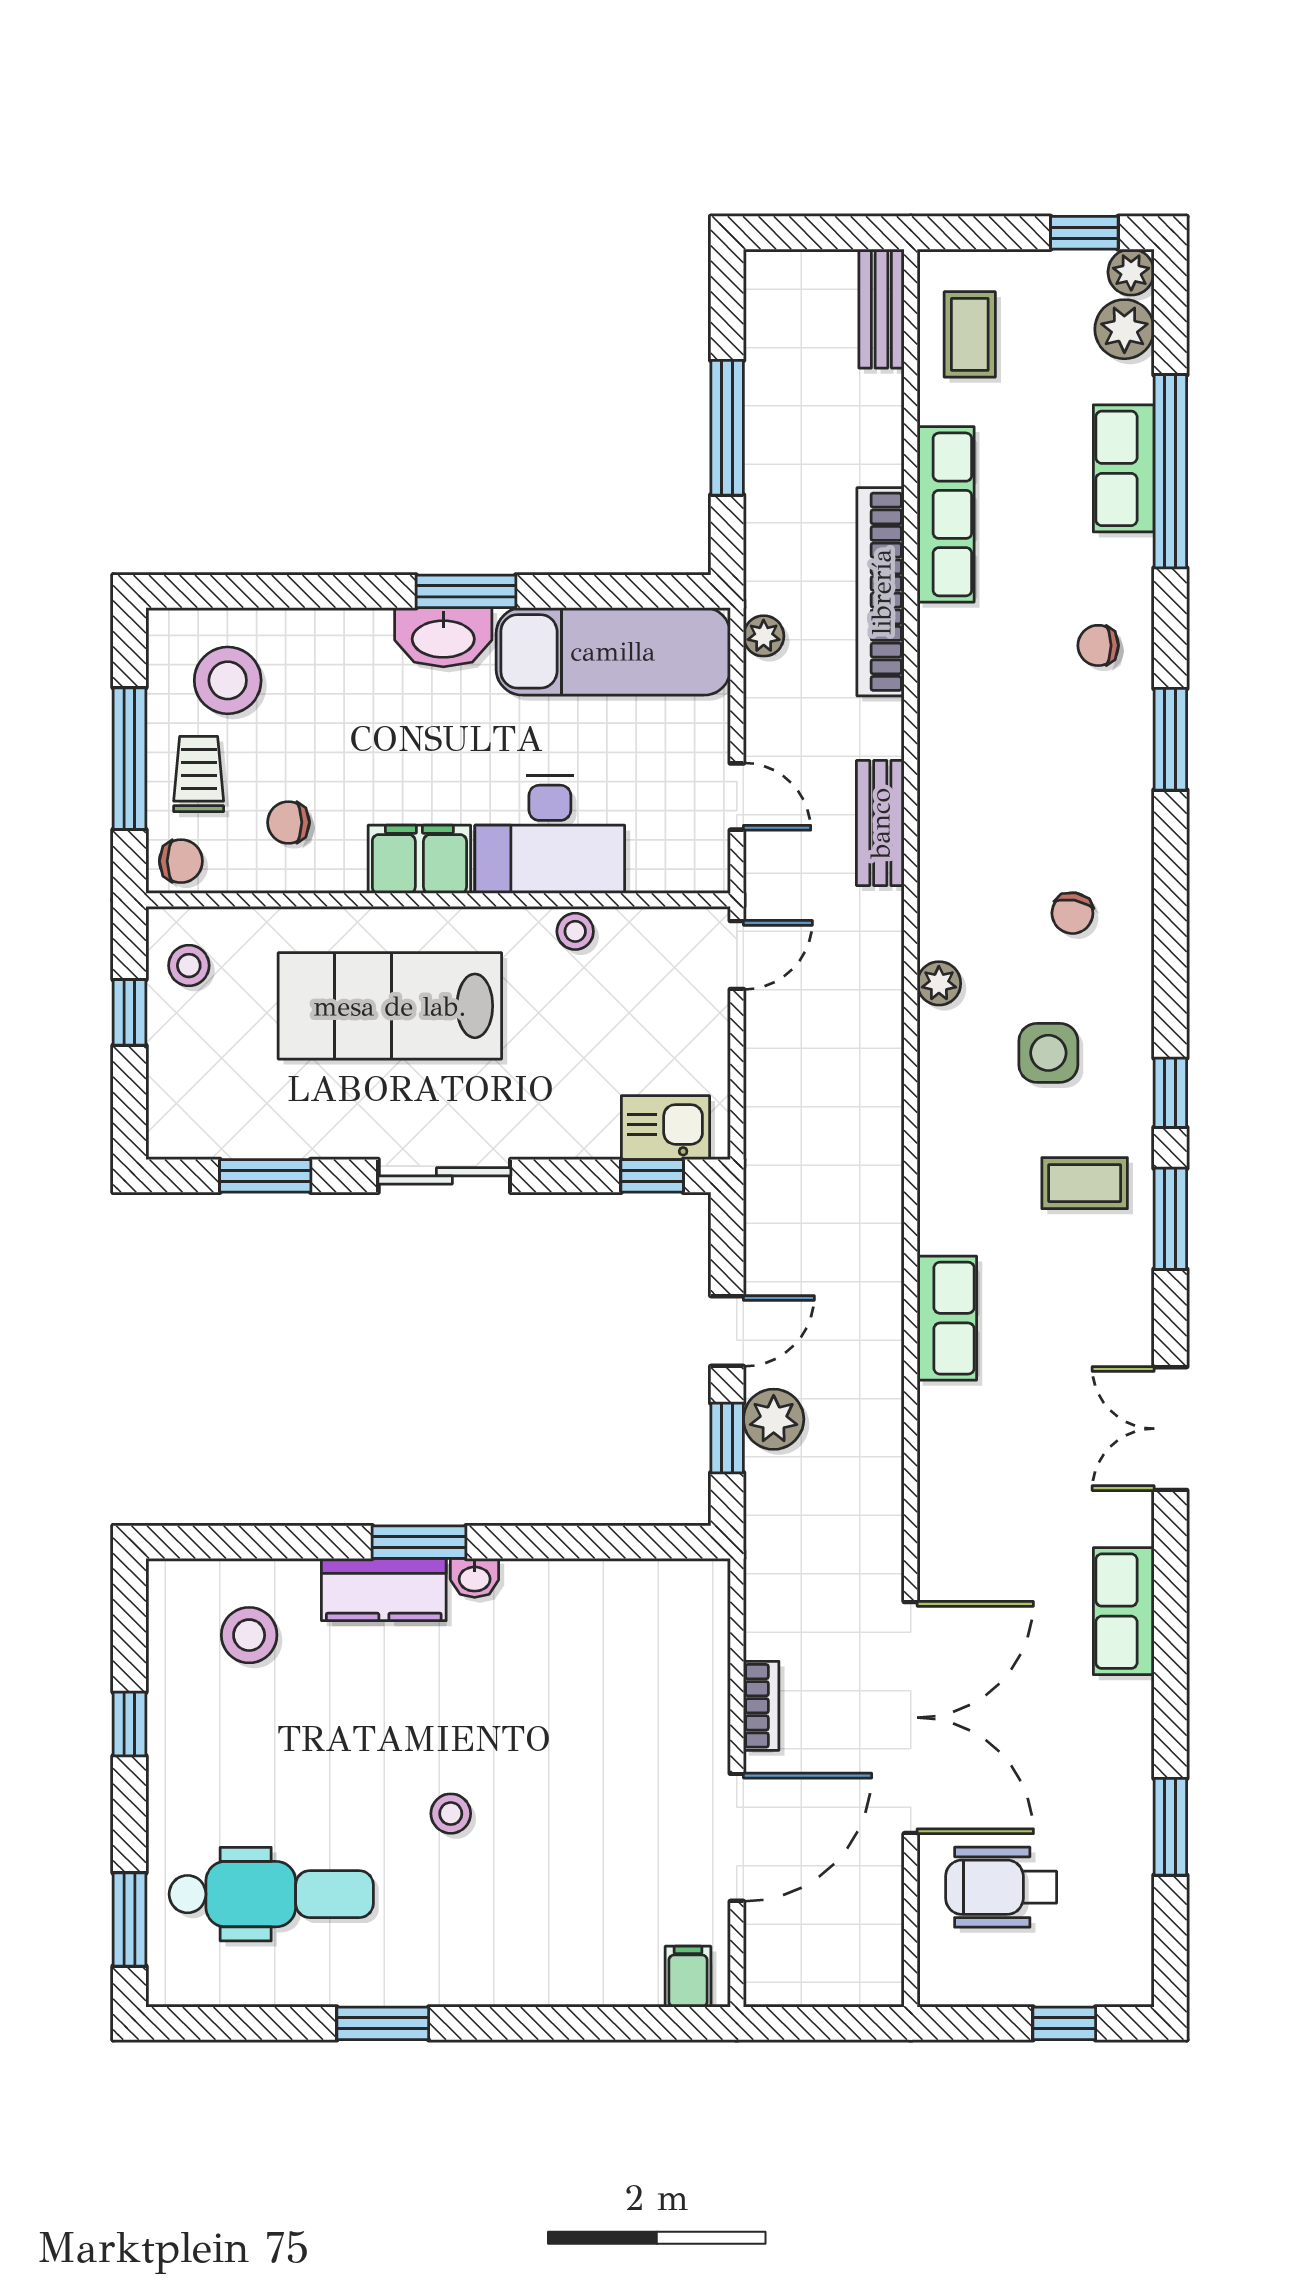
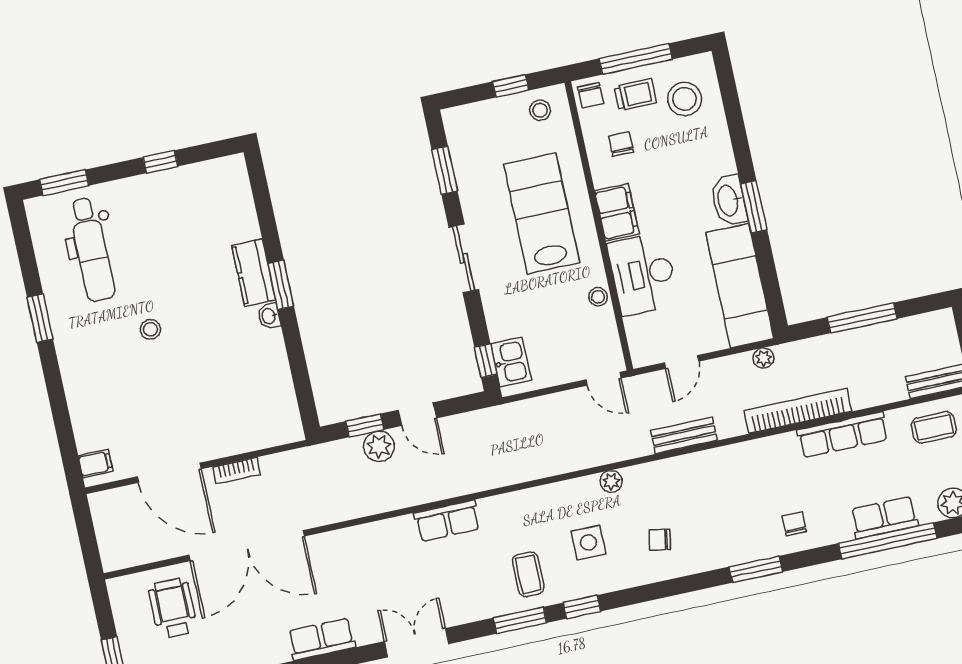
stool: (249, 1635) -> (217, 211), removed

